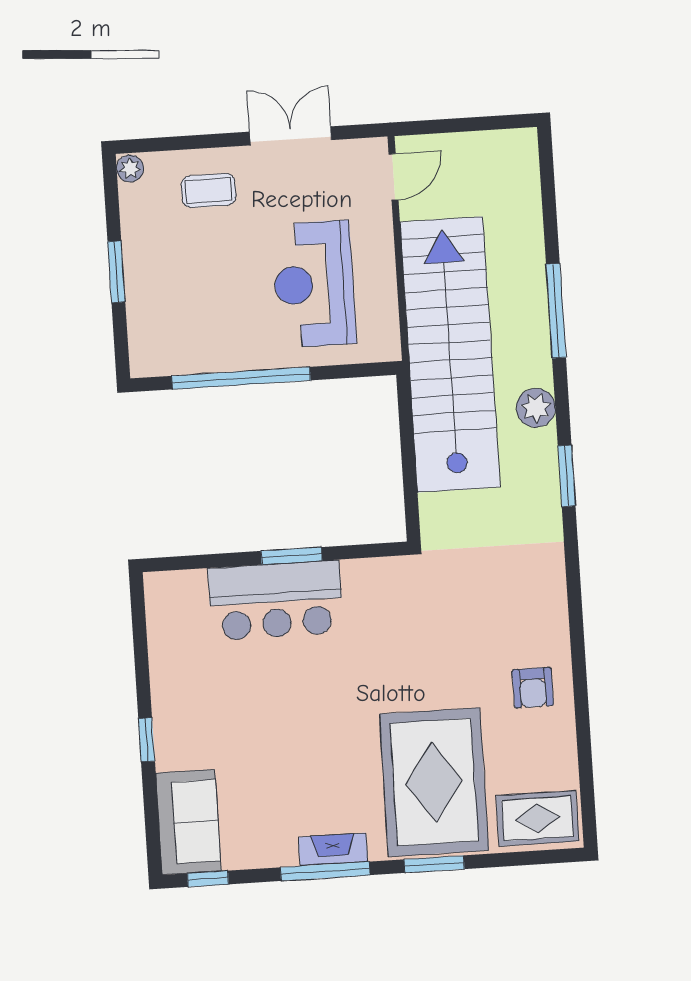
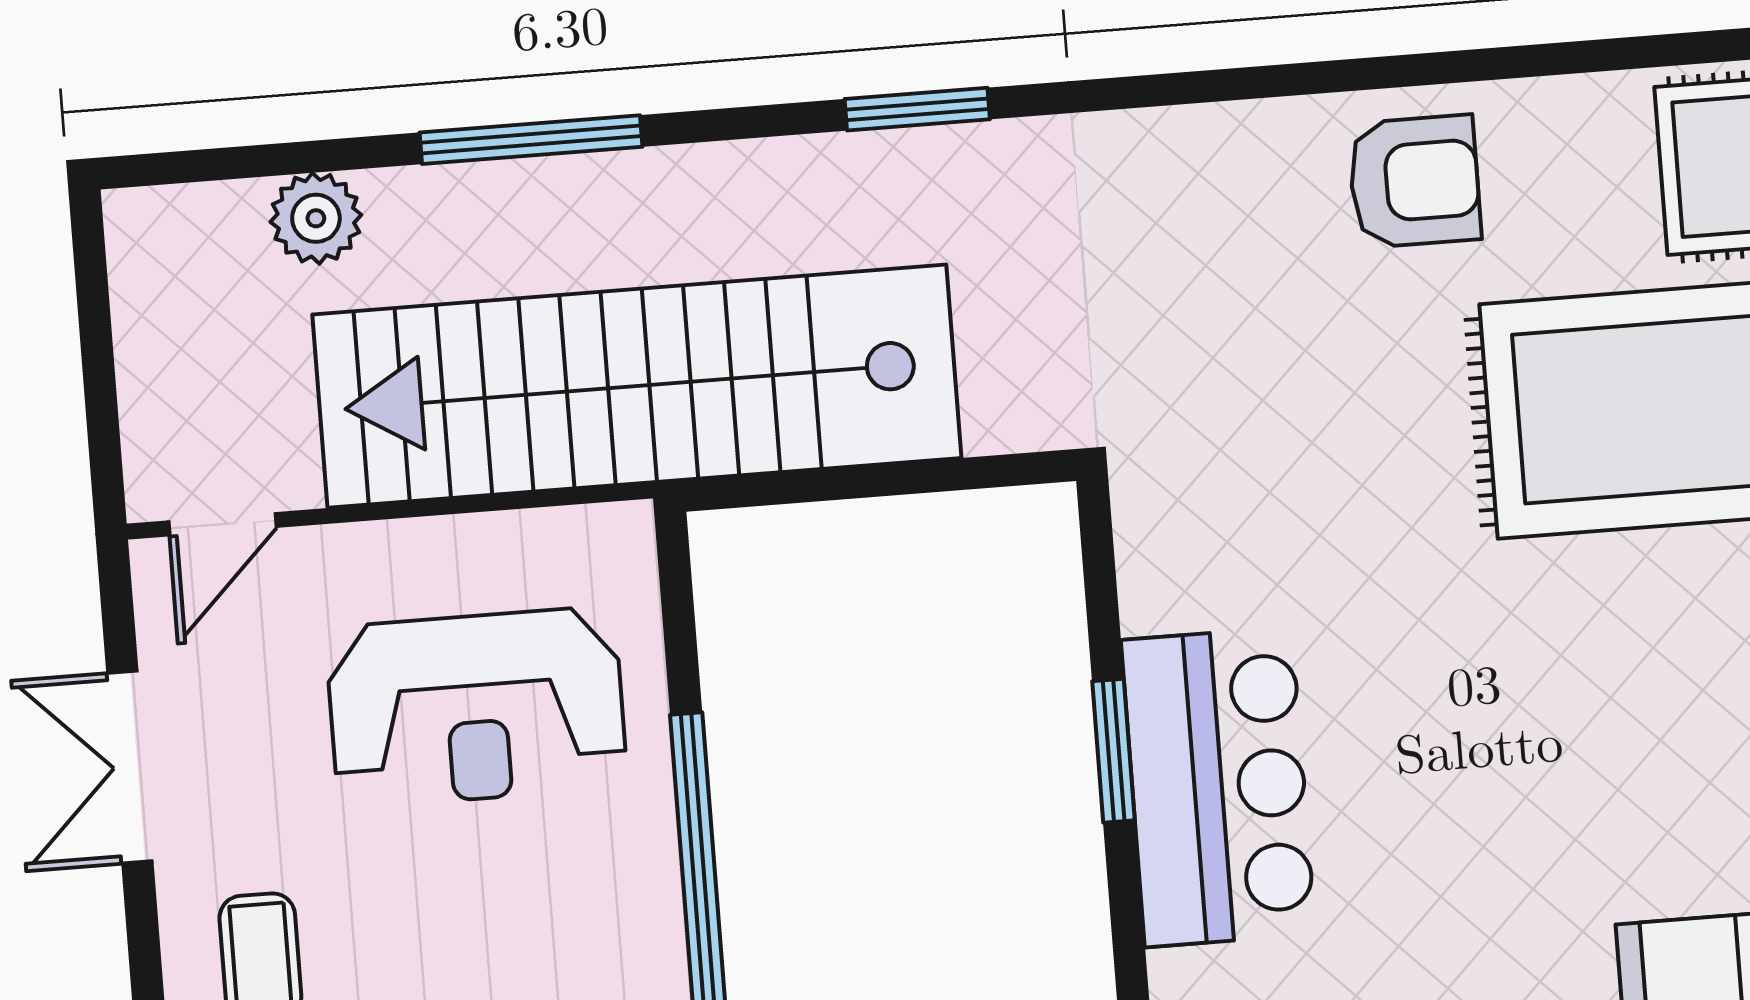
door: (394, 177) -> (222, 524), swing flipped
plant: (536, 408) -> (316, 218), moved
armchair: (533, 688) -> (1414, 181), width x1.38, depth x1.38

